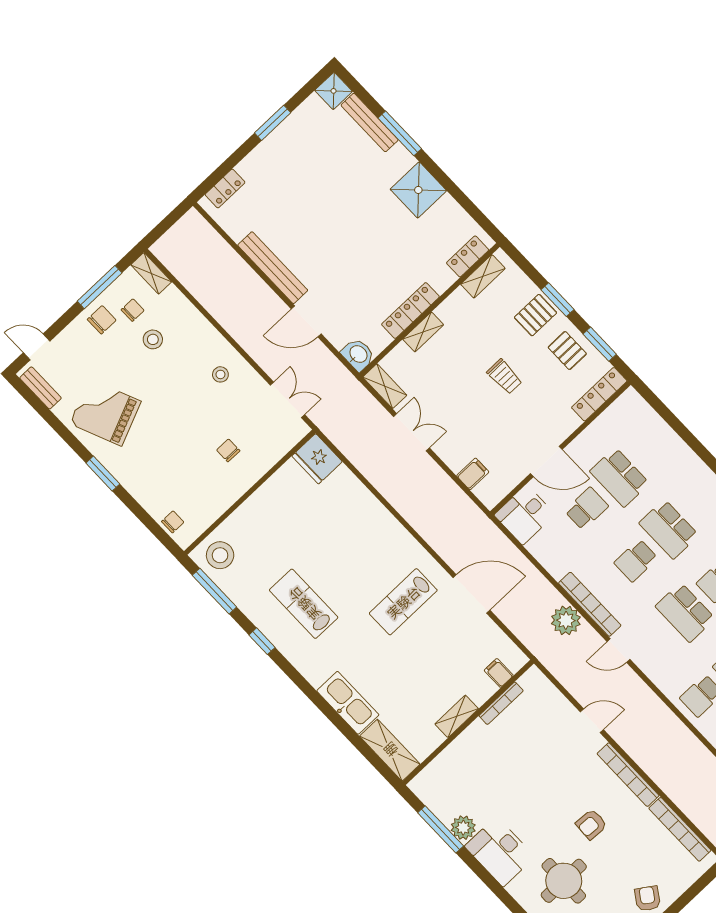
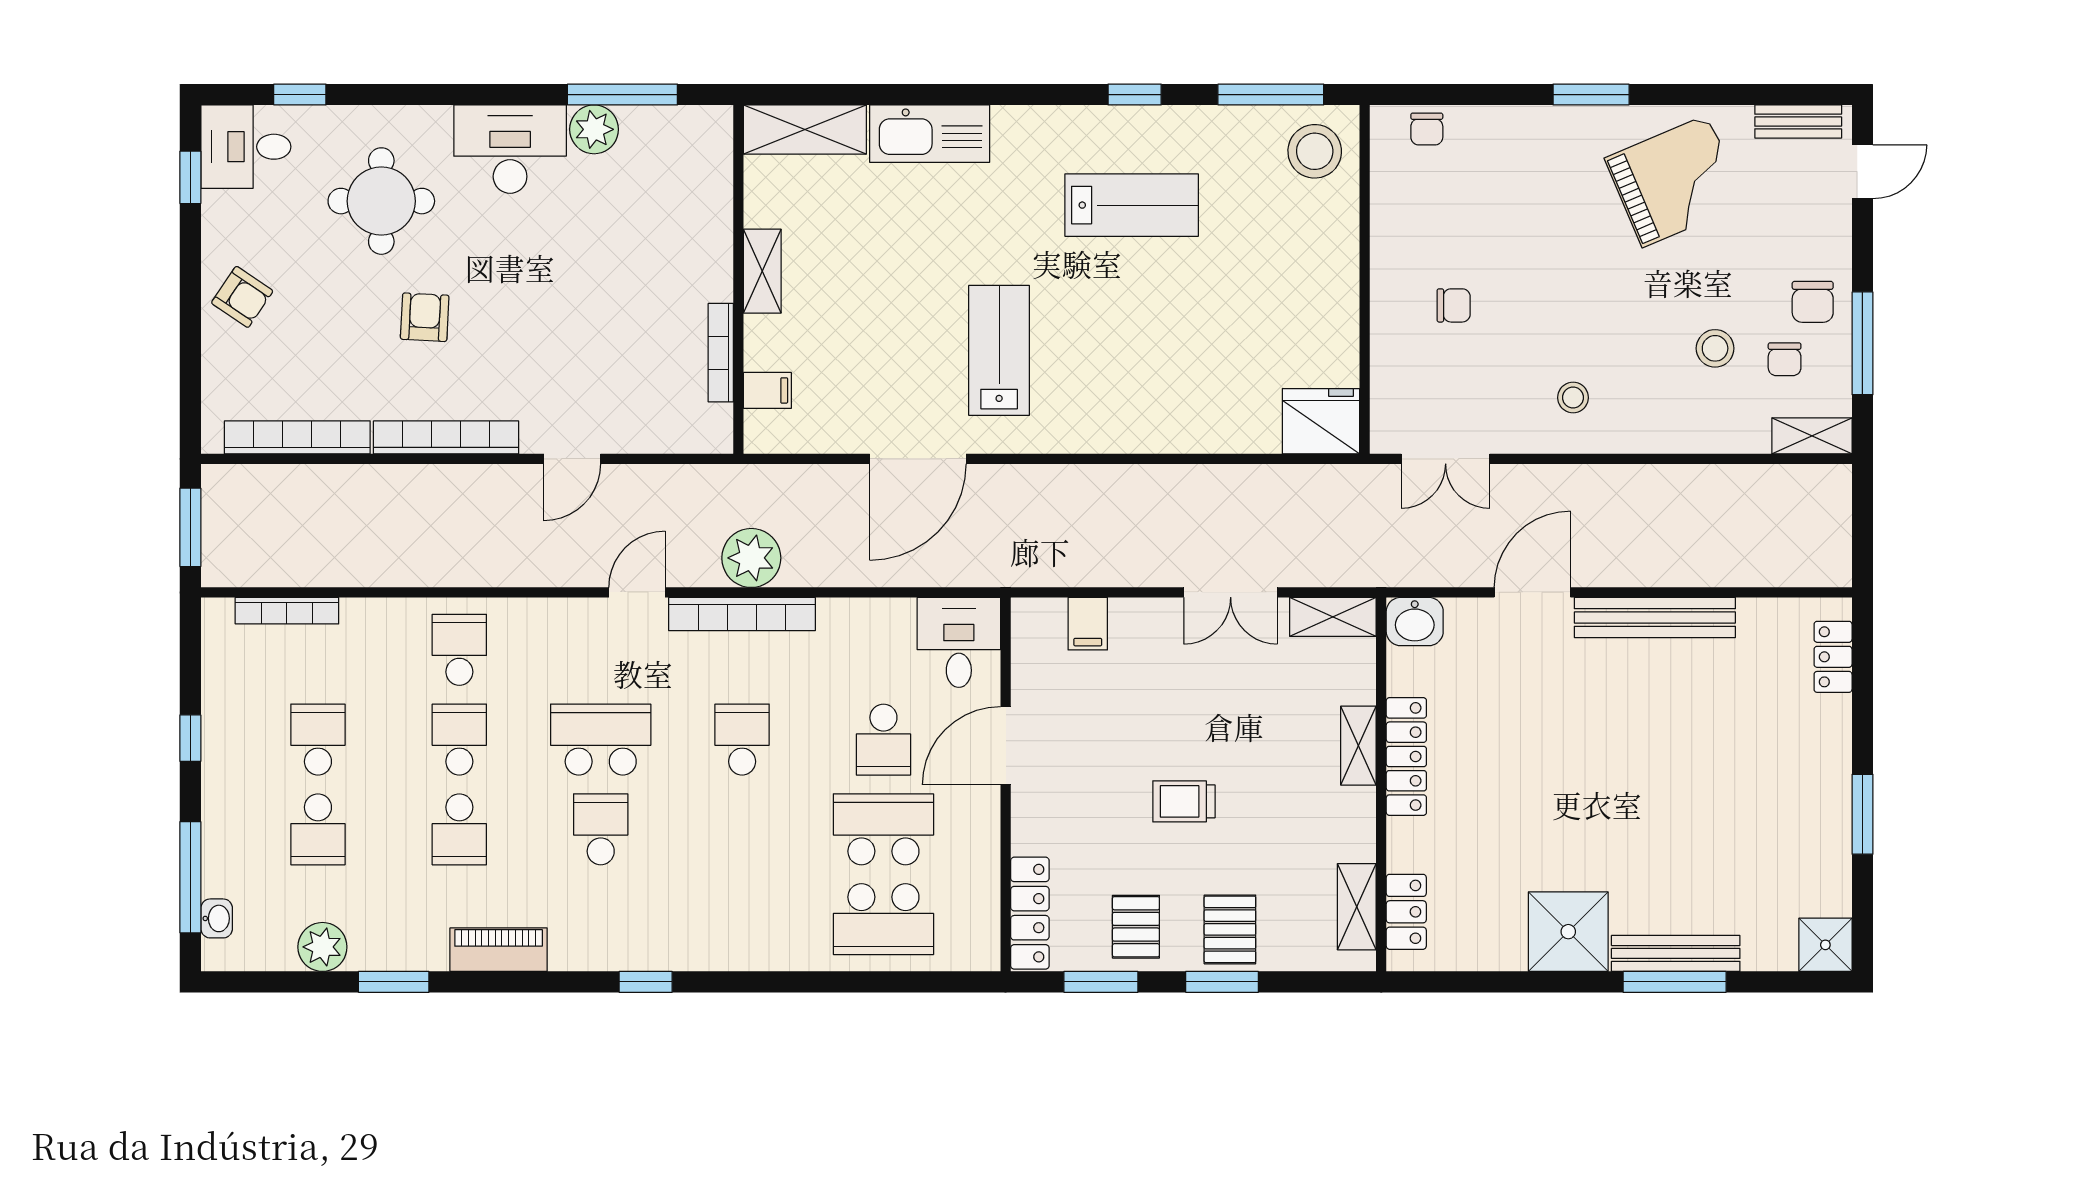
bench: (370, 123) -> (1676, 953), moved
pallet: (567, 351) -> (1136, 927), turned 90
school desk: (669, 529) -> (883, 919), moved, turned 180

